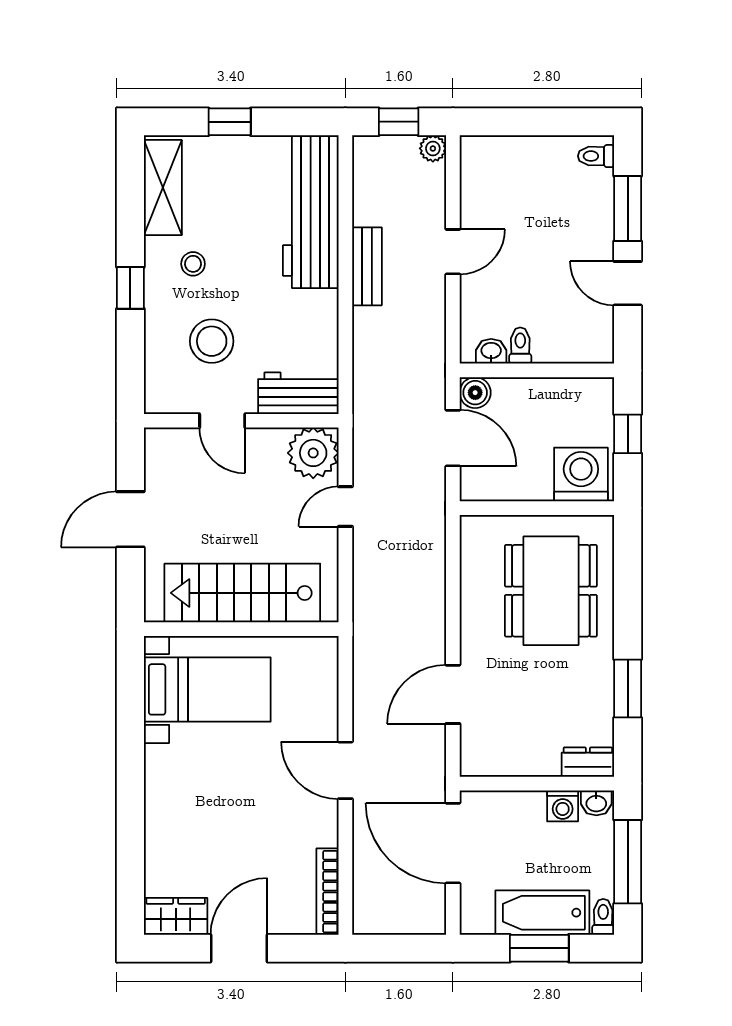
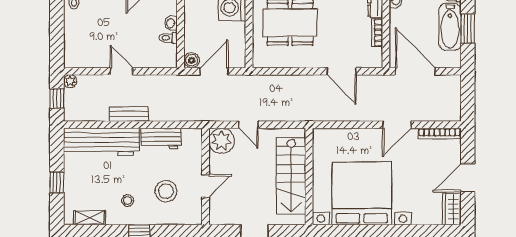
shelving: (163, 188) -> (90, 218), width x0.67, depth x0.75
washbasin: (491, 351) -> (171, 23), moved
workbench: (298, 393) -> (161, 138), moved, turned -90
bed with nightstands: (207, 689) -> (362, 193), width x1.85
bookcase: (530, 766) -> (377, 33), added
door: (345, 770) -> (397, 125), moved
washing machine: (563, 806) -> (397, 17), removed
door: (453, 843) -> (415, 71), swing flipped
door: (239, 948) -> (468, 178), hinge flipped

